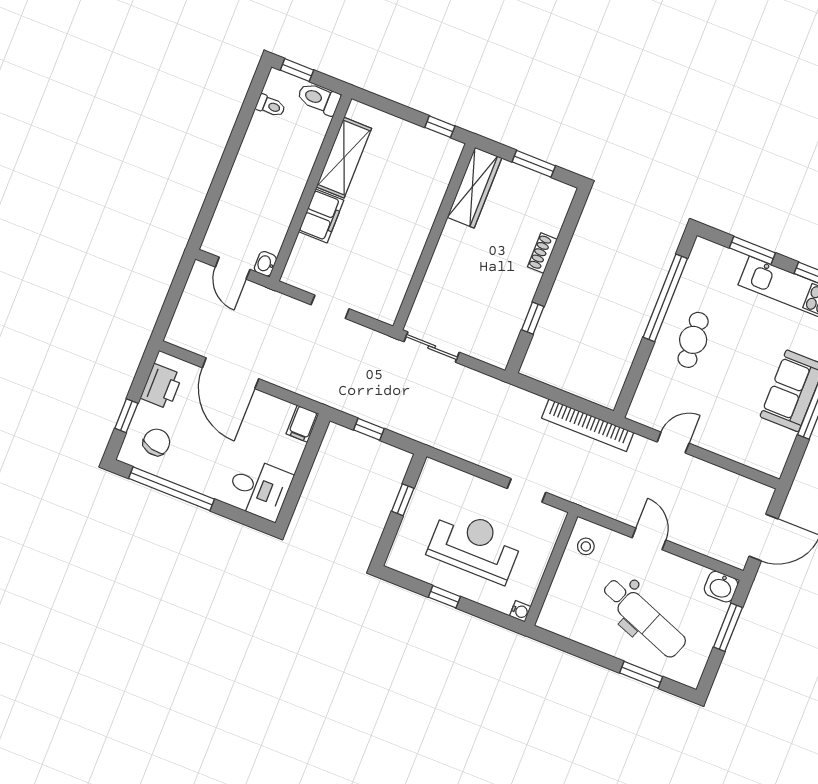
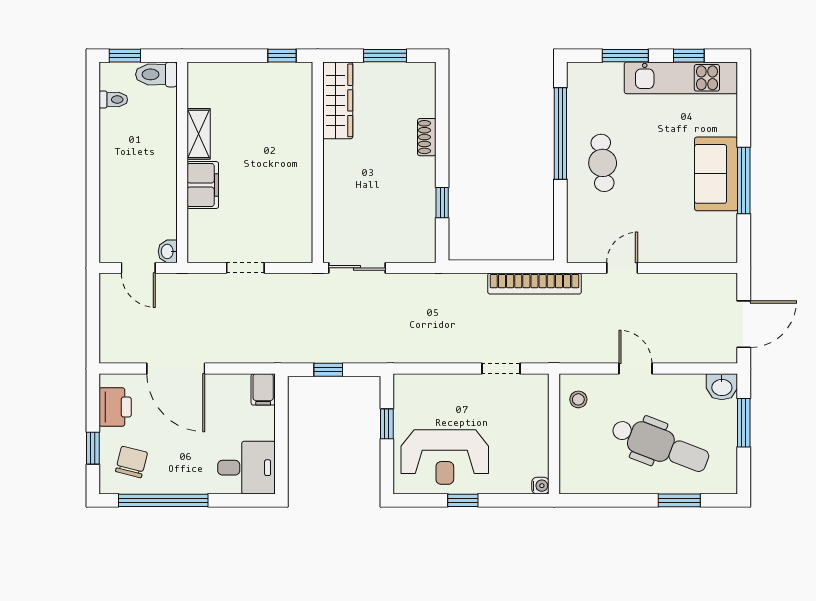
shelving: (344, 158) -> (199, 134), width x0.67, depth x0.75
reception desk: (475, 545) -> (445, 457), moved, turned 180

